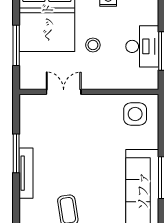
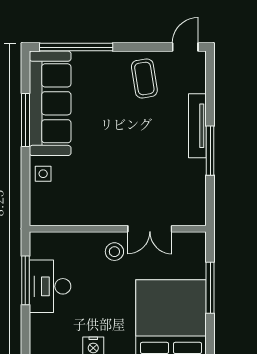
stool: (93, 45) -> (114, 252), moved
side table: (135, 114) -> (43, 174), moved, width x0.54, depth x0.54

